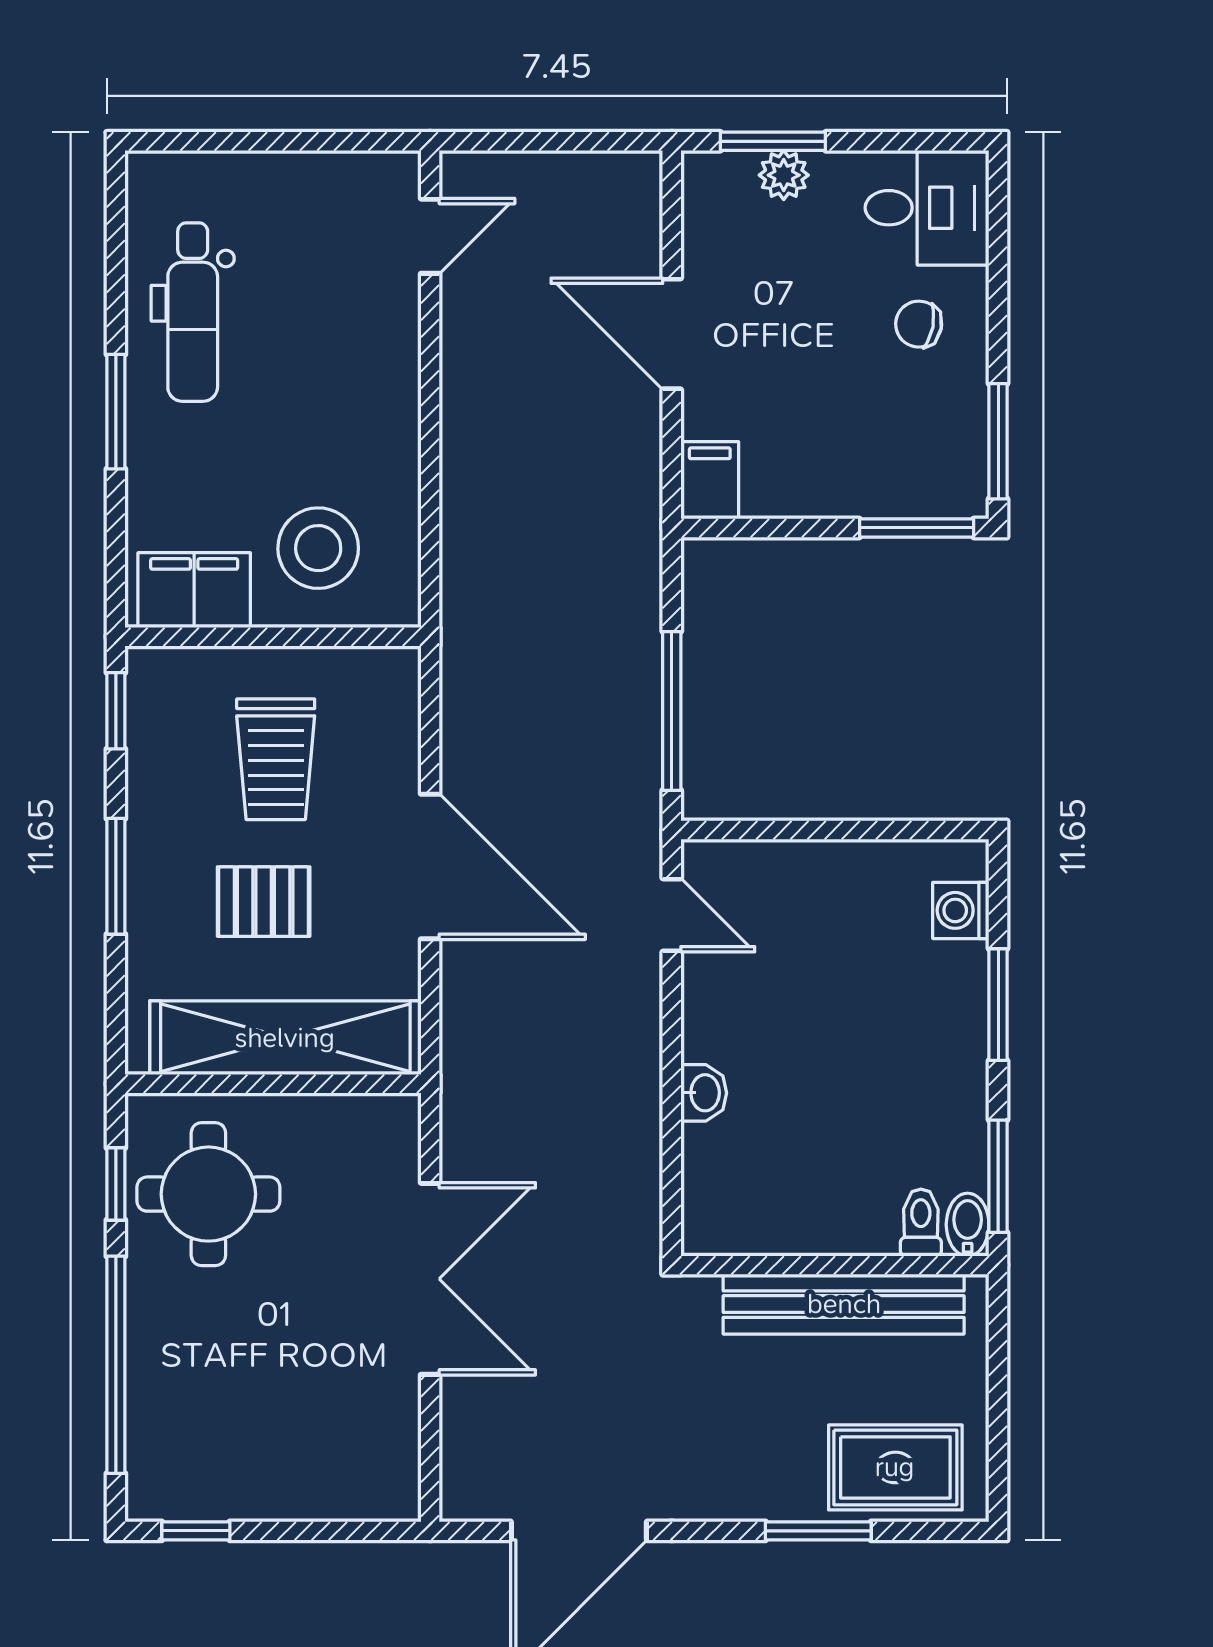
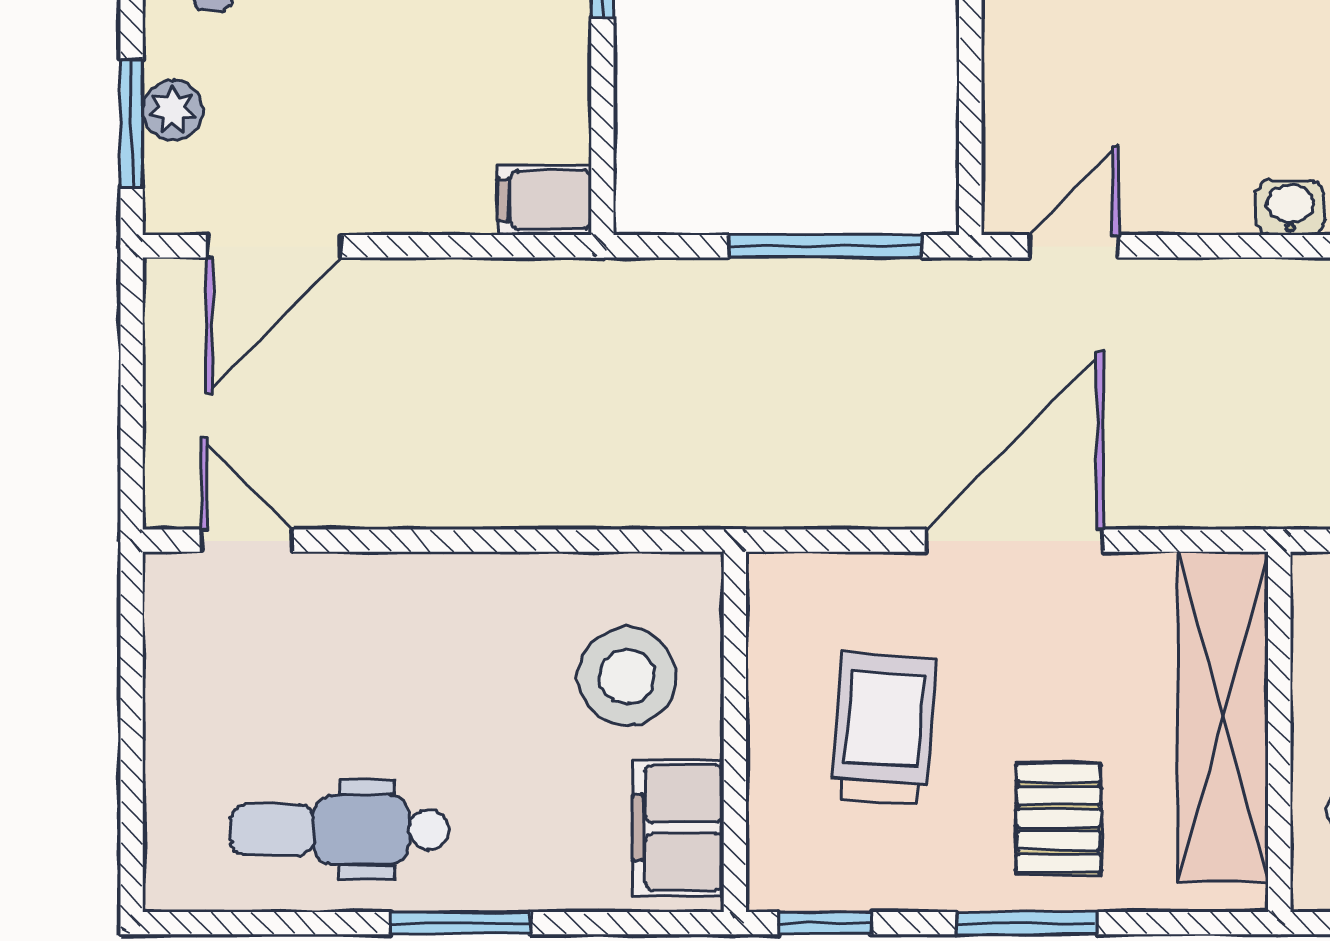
dental chair: (193, 312) -> (340, 830), turned 180
door: (672, 334) -> (274, 246), moved
trolley: (276, 759) -> (884, 729), turned -86
pallet: (264, 902) -> (1059, 818), moved

